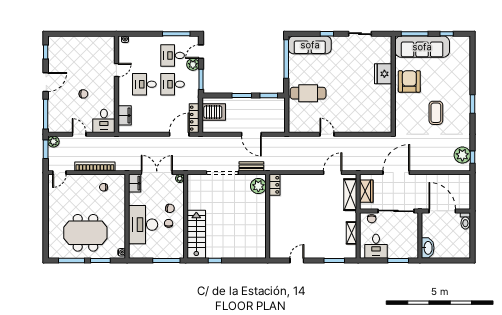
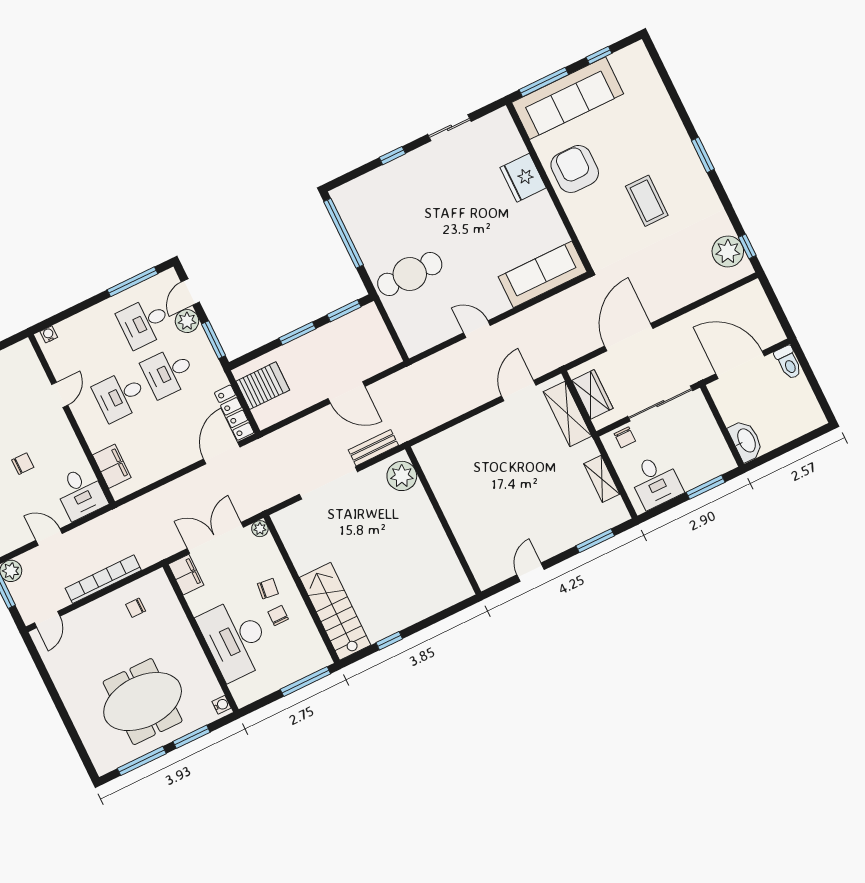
sofa: (310, 45) -> (543, 274), moved, turned 180
locker: (275, 185) -> (429, 460), removed

